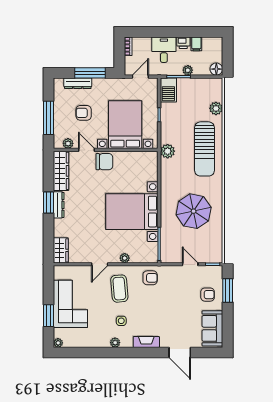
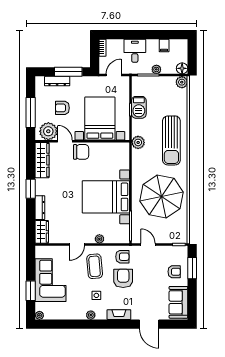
printer: (183, 43) -> (152, 45), removed
barbecue: (168, 90) -> (139, 107), moved
plant: (216, 108) -> (182, 82), moved
plant: (68, 143) -> (48, 131), width x1.87, depth x1.87
dresser: (59, 205) -> (40, 208), moved
parasol: (194, 211) -> (162, 197), width x1.36, depth x1.36
door: (190, 264) -> (148, 244), moved
armchair: (151, 302) -> (123, 278), added

